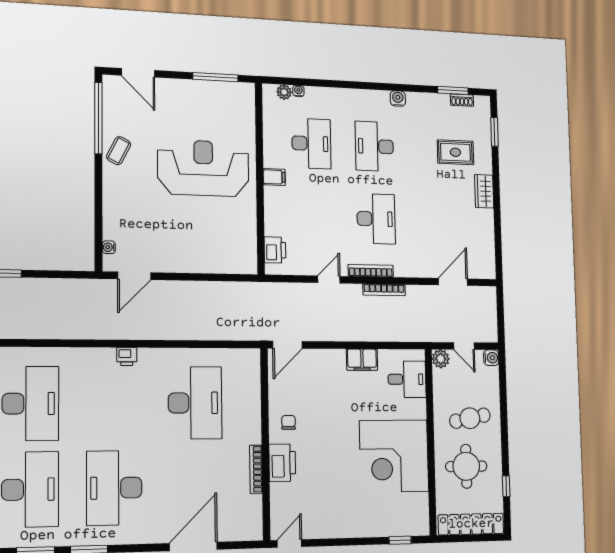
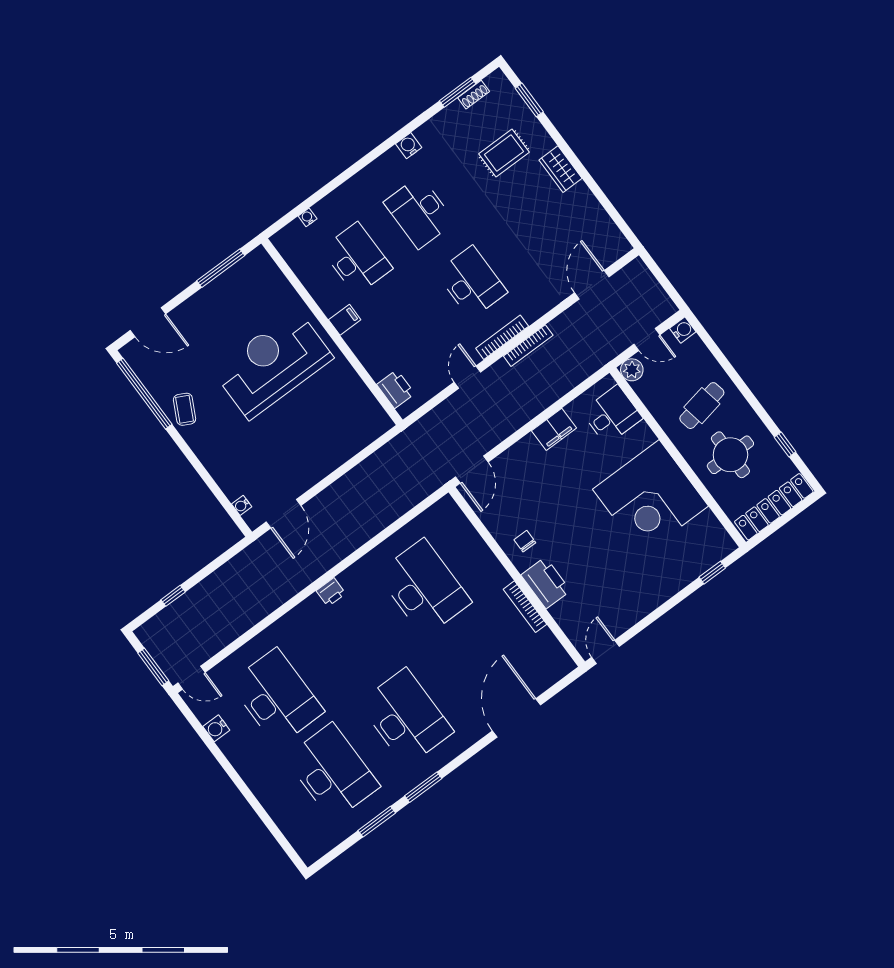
plant: (284, 92) -> (295, 230), removed
desk: (114, 488) -> (406, 717), turned 180

